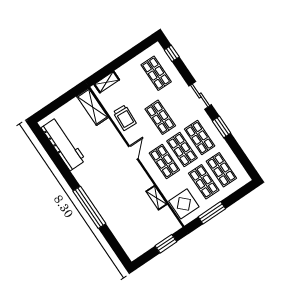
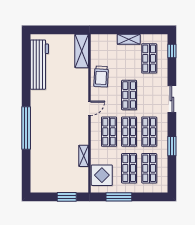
shelving: (107, 82) -> (129, 39), moved
window: (222, 127) -> (172, 146), moved

